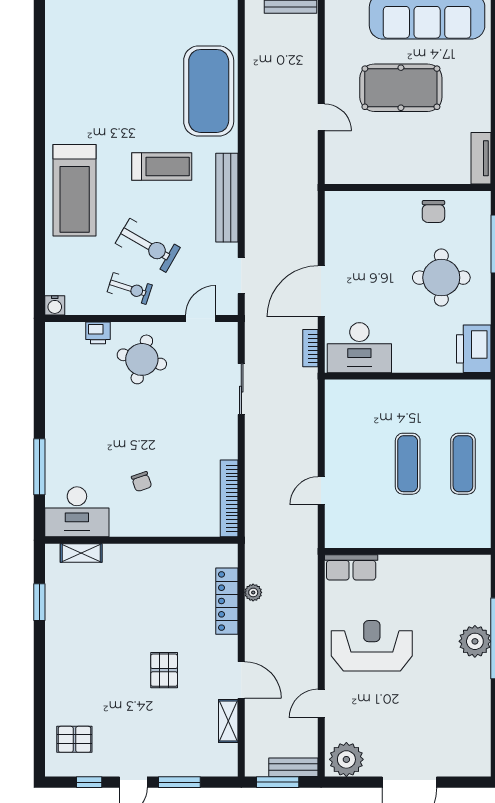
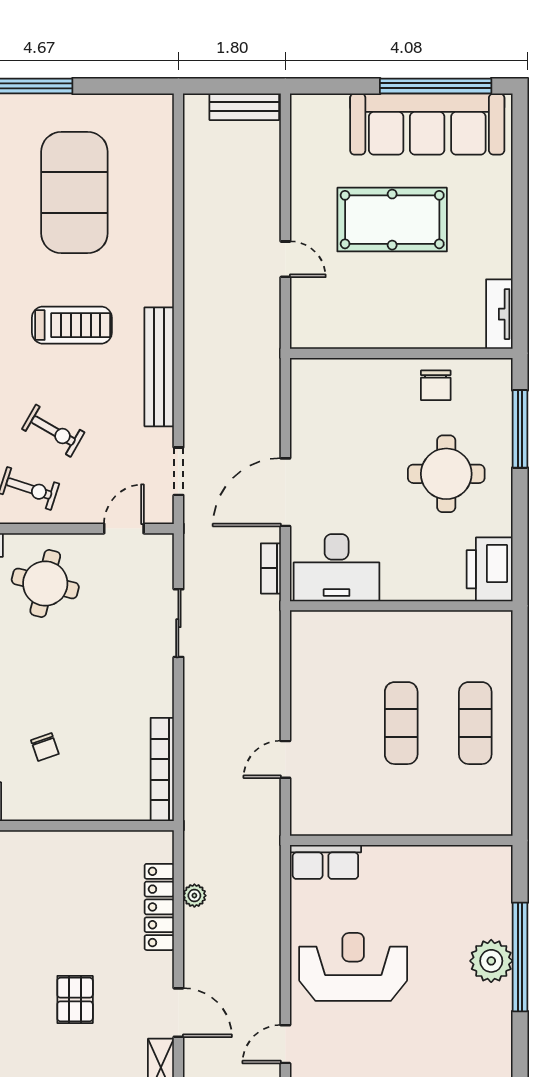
exercise mat: (209, 91) -> (74, 193), moved
exercise bike: (148, 245) -> (53, 431), width x0.73, depth x0.72

